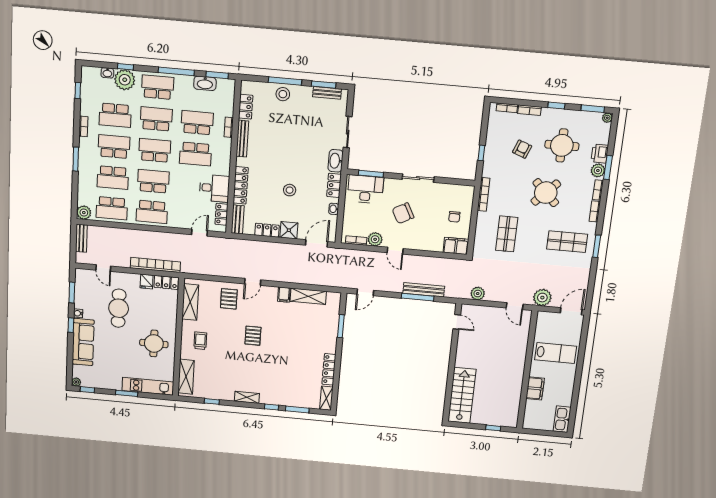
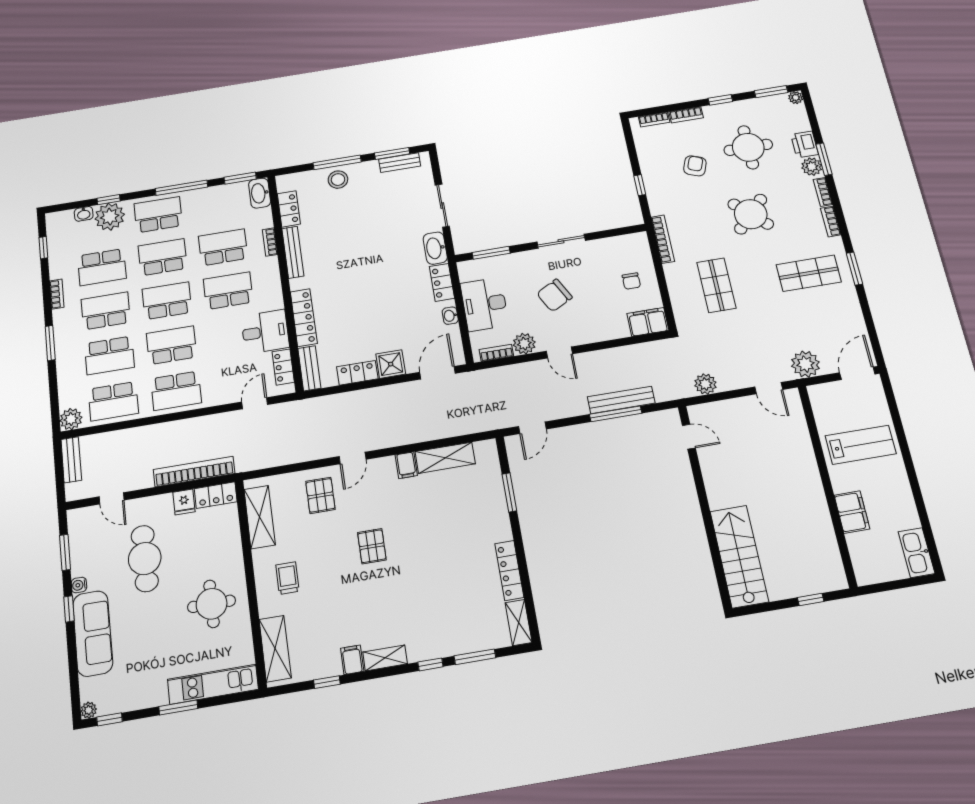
washbasin: (205, 83) -> (260, 193), moved, turned 90
school desk: (195, 154) -> (228, 291), turned 180
desk: (365, 189) -> (485, 304), moved, turned -90
stool: (290, 190) -> (378, 306), removed
filing cabinet: (228, 394) -> (352, 660), added

